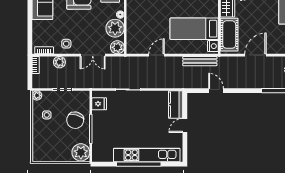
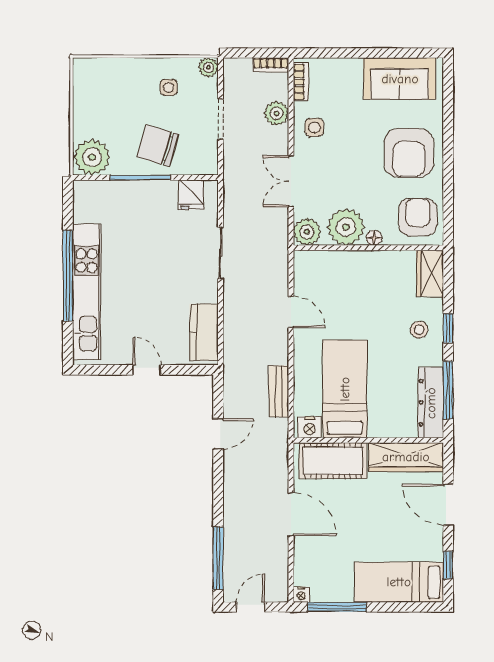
bench: (200, 61) -> (279, 391), width x0.73
kitchen counter: (176, 105) -> (204, 332), moved, turned -90

